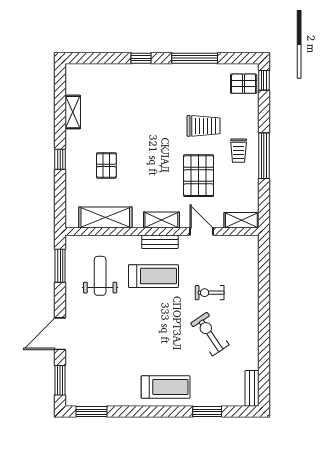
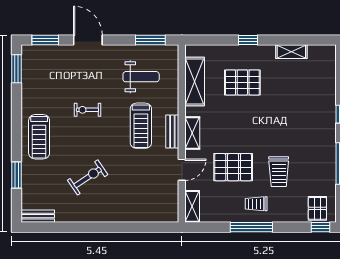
pallet: (106, 165) -> (242, 83), width x1.50, depth x1.42
exercise bike: (210, 293) -> (87, 110), moved, turned -90

